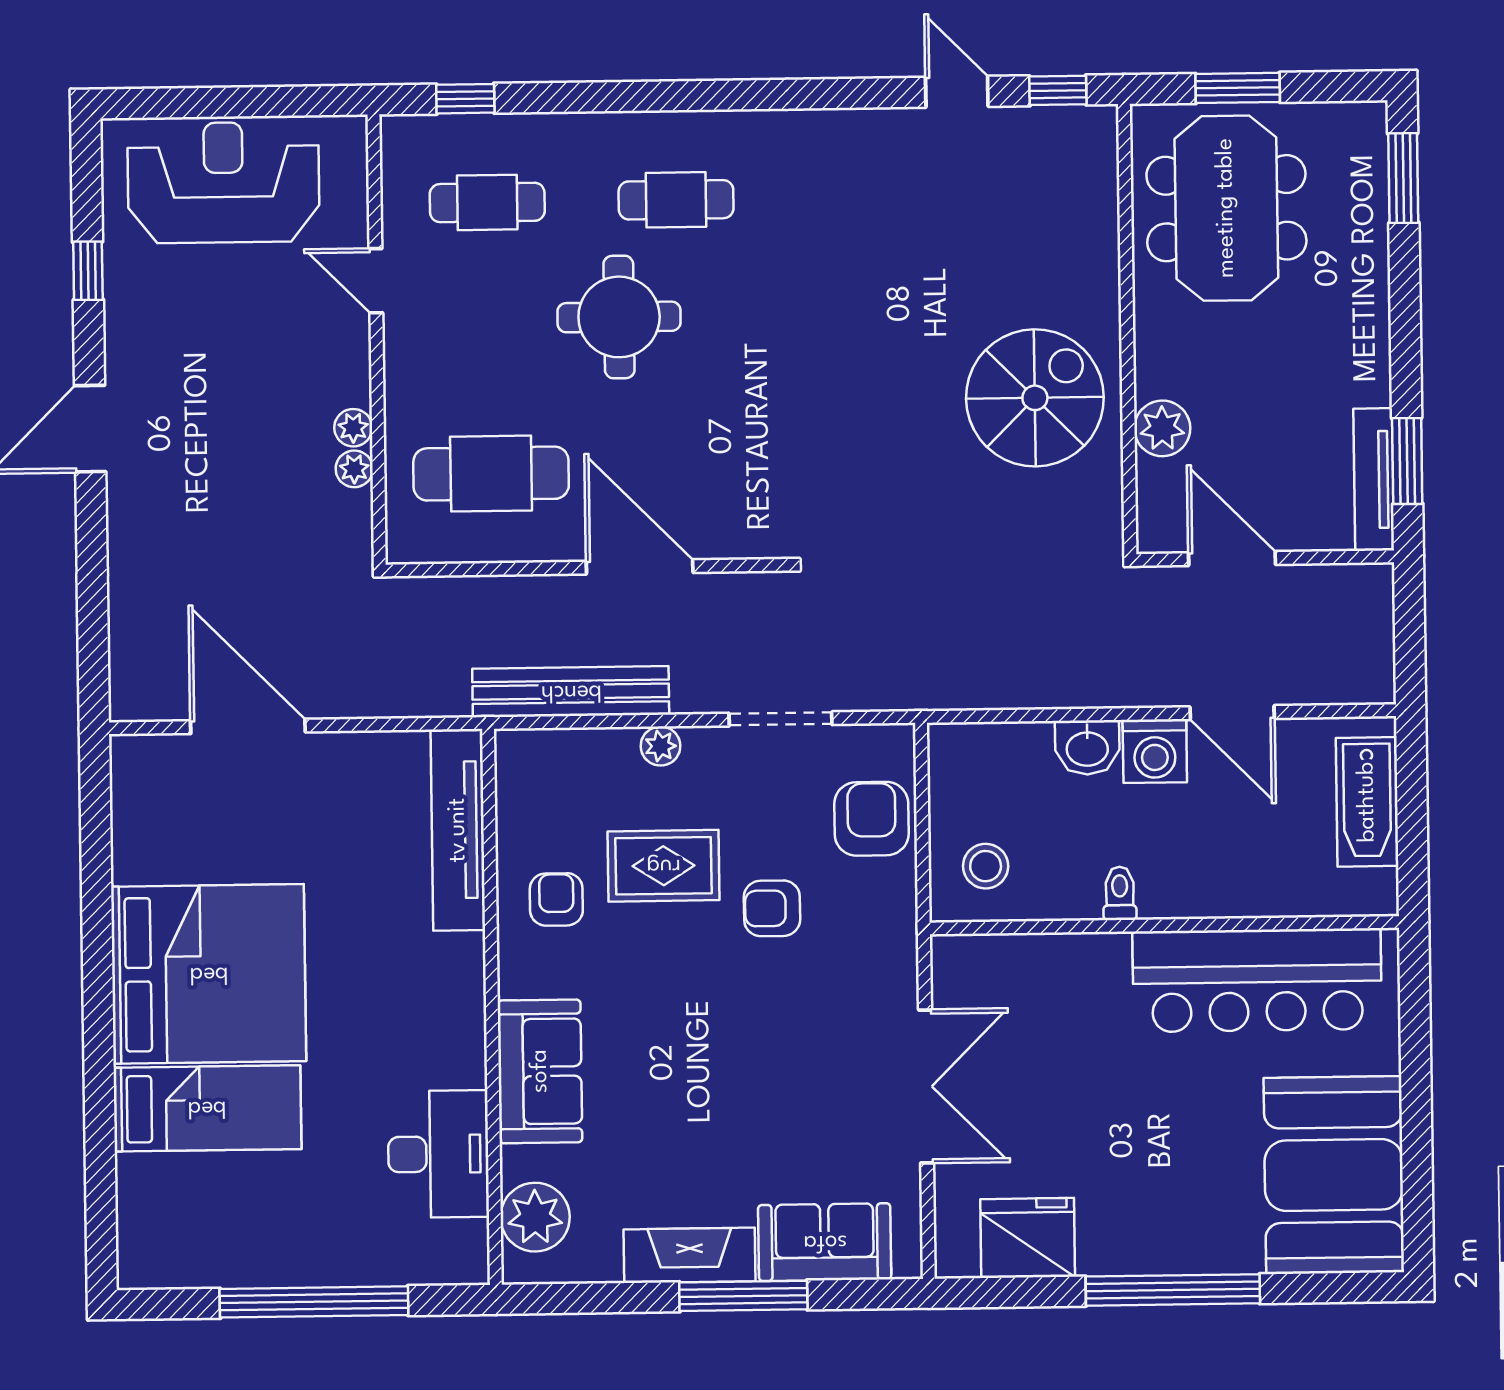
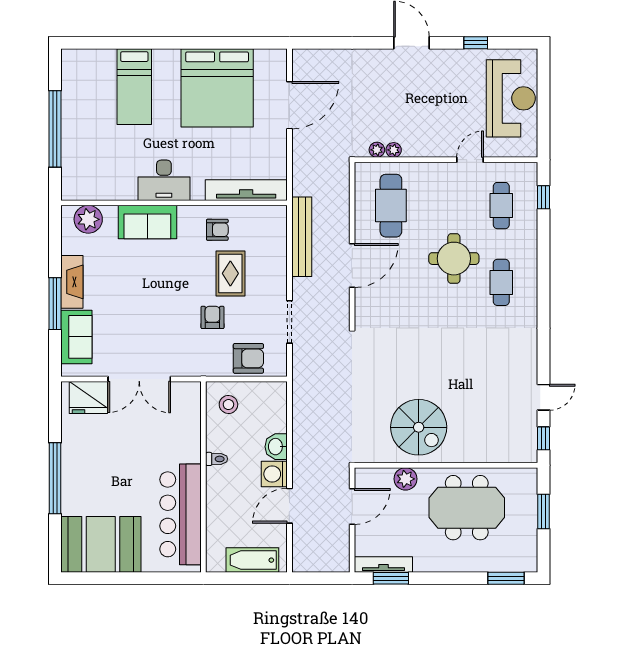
meeting table: (1226, 208) -> (467, 508), moved
plant: (353, 428) -> (377, 150), moved
plant: (660, 746) -> (279, 273), removed
bed: (209, 974) -> (217, 88), moved
desk: (438, 1154) -> (164, 180), moved
fridge: (1028, 1238) -> (88, 397), moved, turned 90

